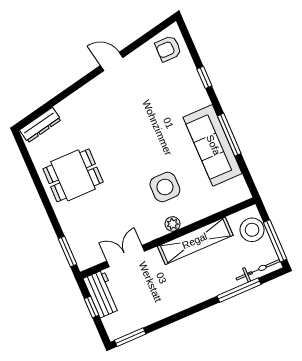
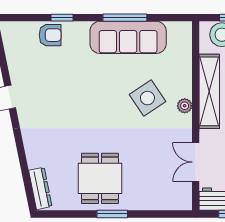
armchair: (168, 49) -> (50, 35), moved, turned -90
side table: (165, 187) -> (147, 98), turned -34
window: (67, 252) -> (112, 214), moved

